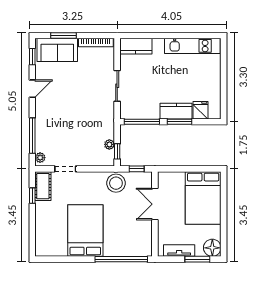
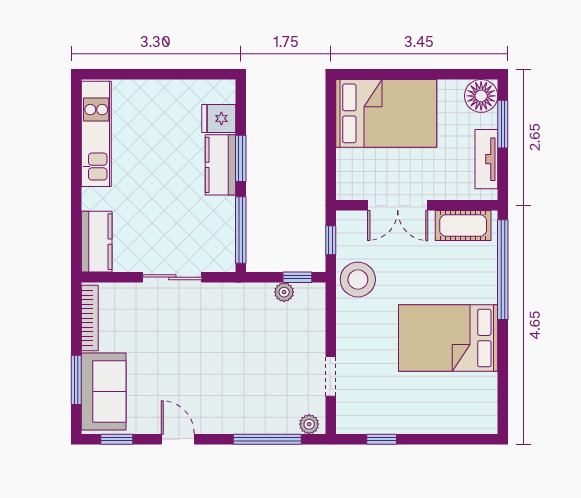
cot: (43, 186) -> (463, 225), moved

